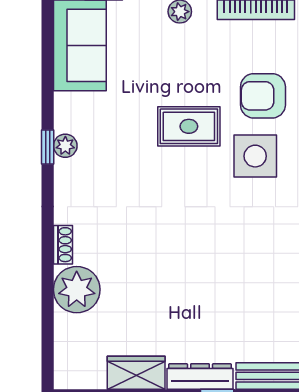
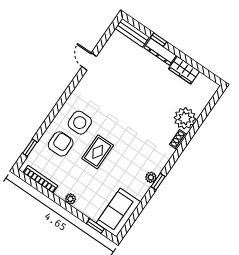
armchair: (263, 96) -> (61, 144), turned -90
rug: (189, 126) -> (98, 152), turned 90

